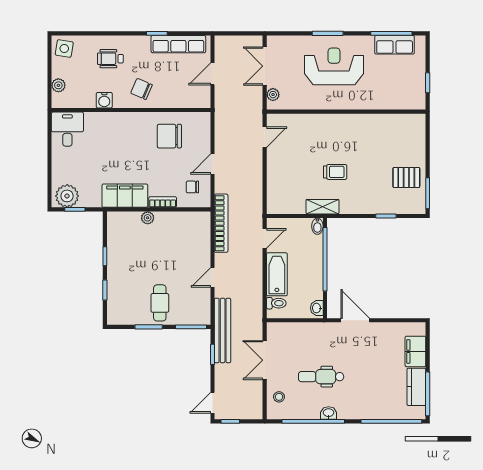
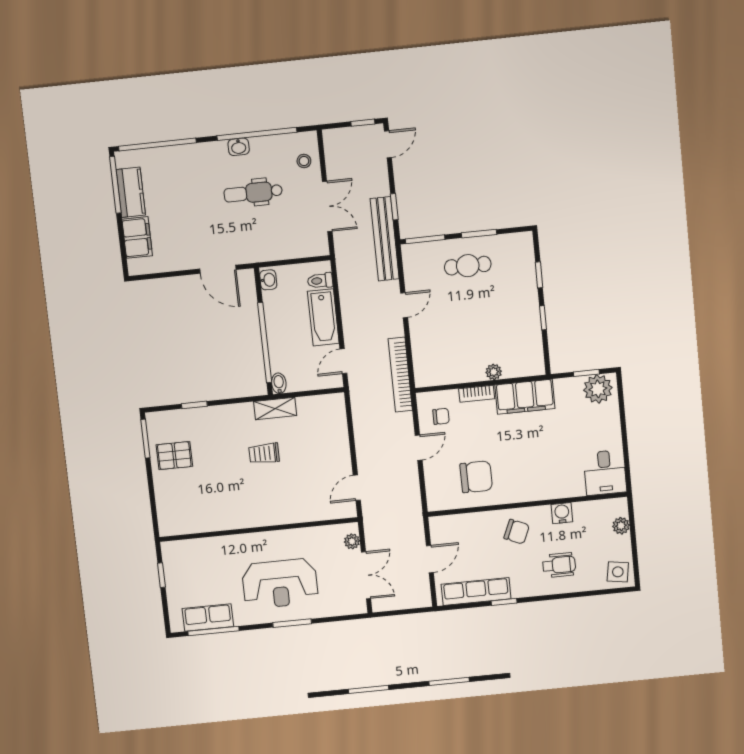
cafe table: (160, 303) -> (468, 266), turned 90
dental chair: (321, 377) -> (253, 193), turned 180

